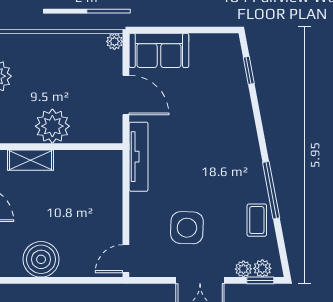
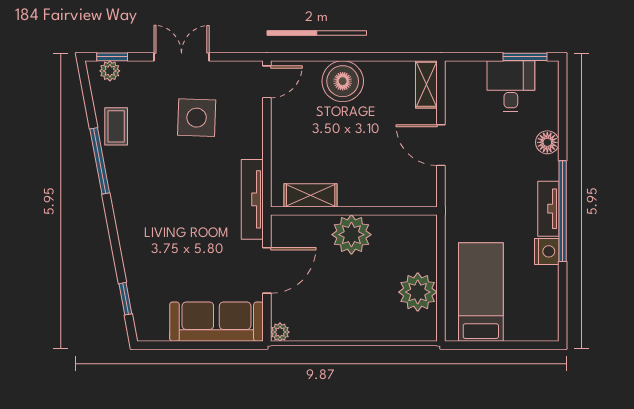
sofa: (159, 50) -> (216, 322), width x1.36
door: (126, 95) -> (267, 270), swing flipped
shelving: (31, 160) -> (311, 195), moved
boiler: (41, 259) -> (343, 81), moved
plant: (243, 269) -> (132, 70), removed

